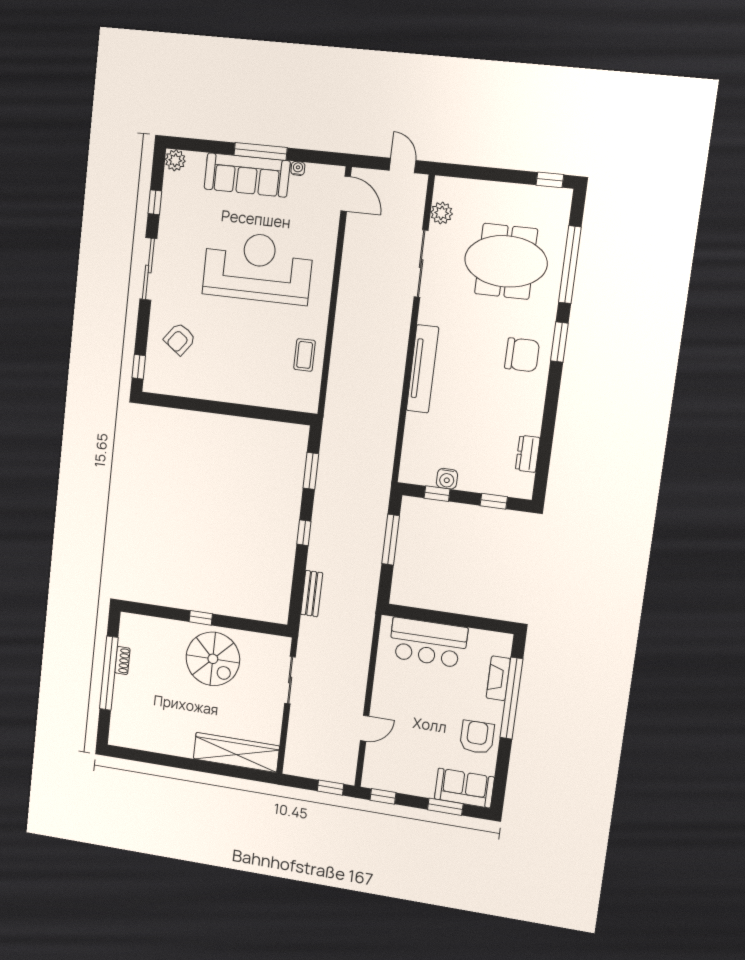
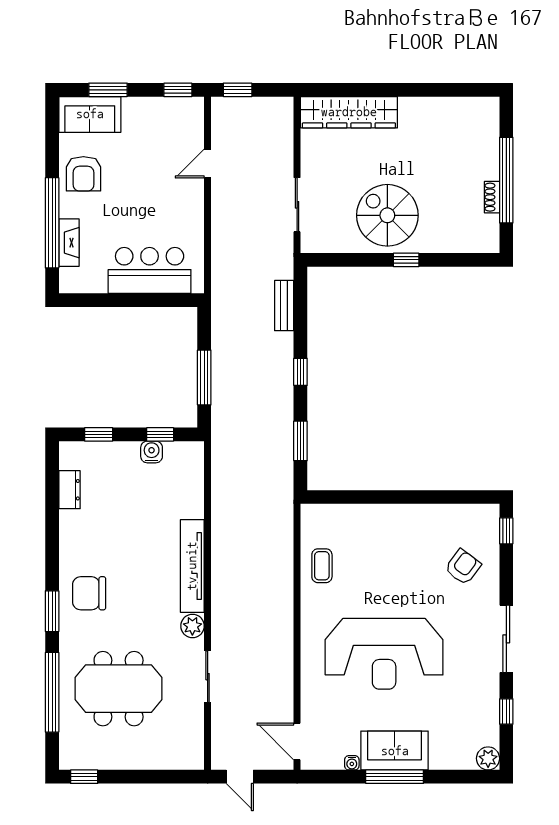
sofa: (247, 175) -> (395, 751), width x0.73
plant: (442, 213) -> (192, 626), moved
sliding door: (421, 264) -> (208, 677), width x0.73

